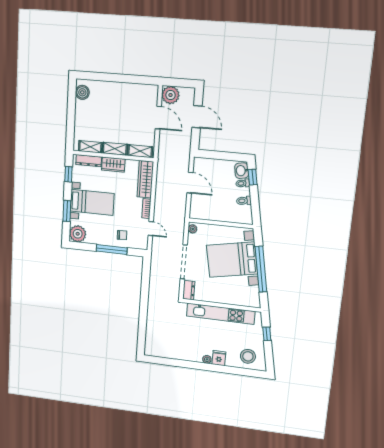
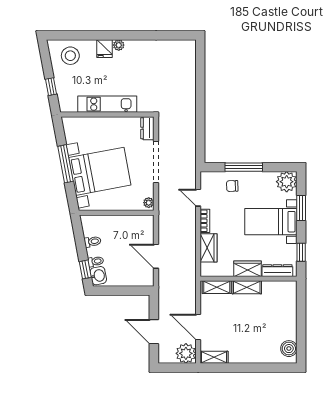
shelving: (90, 147) -> (214, 357), moved
wardrobe: (145, 179) -> (208, 248), width x0.67
window: (261, 269) -> (65, 164), width x0.68
kitchen unit: (221, 314) -> (107, 104), width x0.73

